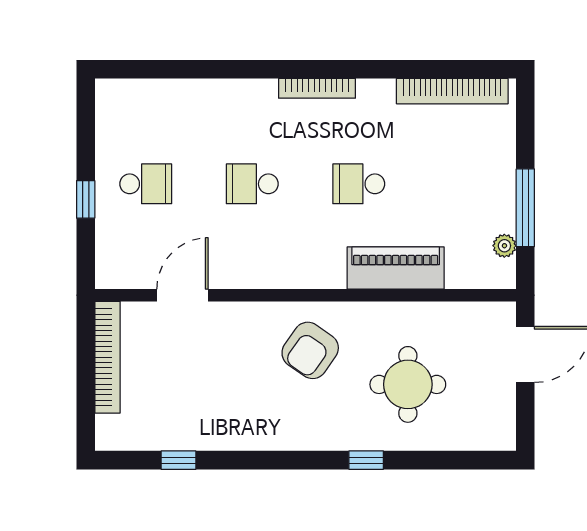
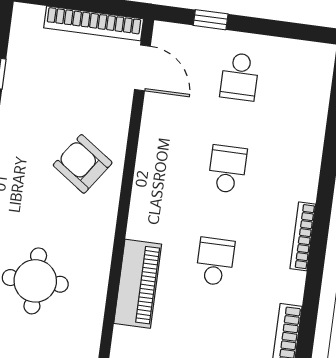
window: (86, 199) -> (211, 20), moved
door: (183, 295) -> (142, 68), moved
armchair: (310, 350) -> (83, 164), moved

